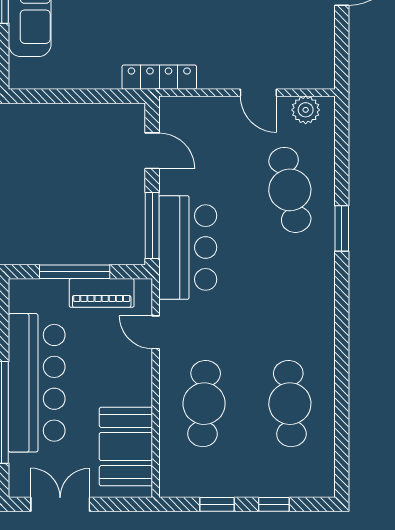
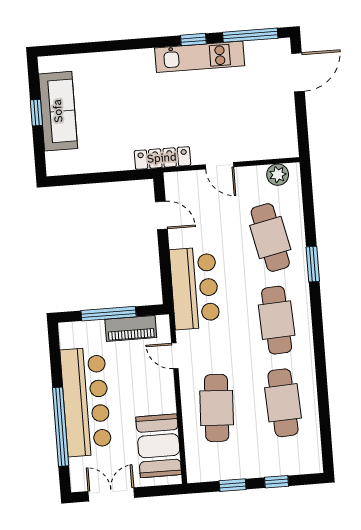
door: (258, 93) -> (219, 166), moved
window: (152, 225) -> (166, 273), removed
cafe table: (290, 297) -> (277, 320), added

